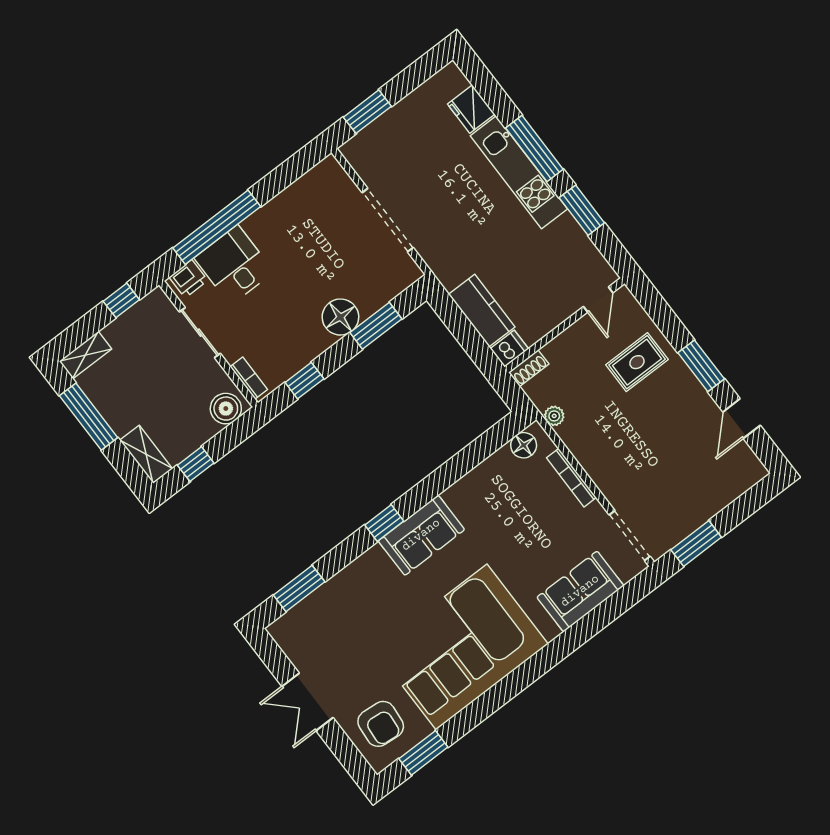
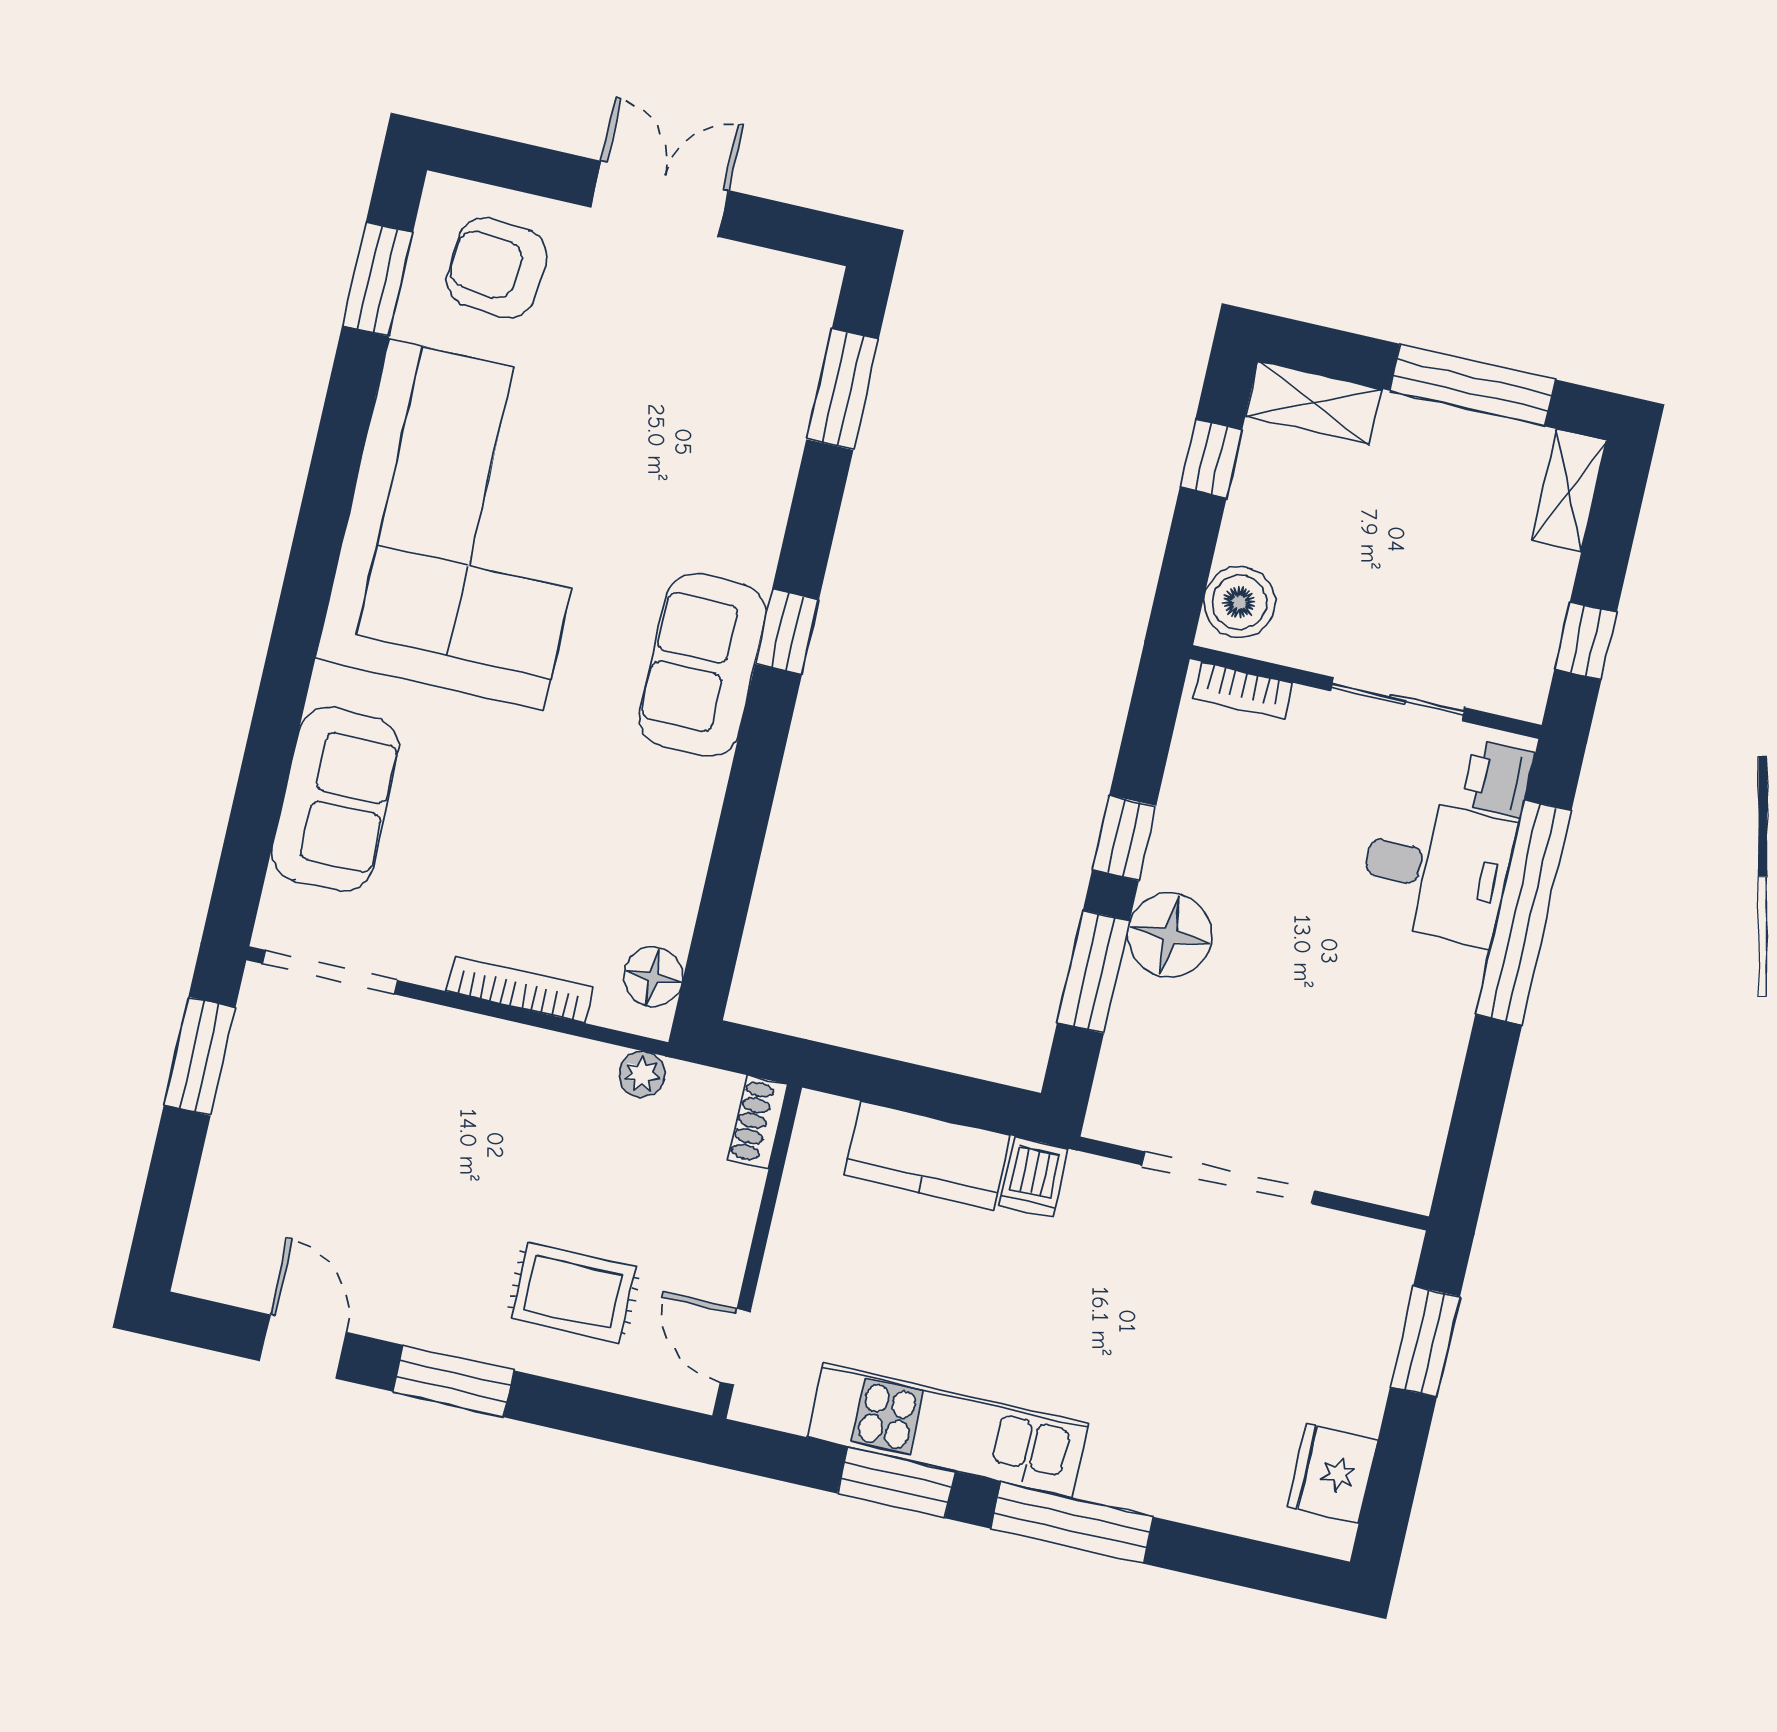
fridge: (471, 109) -> (1332, 1473), moved, turned -90
kitchen unit: (519, 172) -> (948, 1430), moved
dishwasher: (509, 349) -> (1034, 1177), moved
rug: (637, 362) -> (573, 1293), turned 90
window: (304, 381) -> (1124, 838), moved

